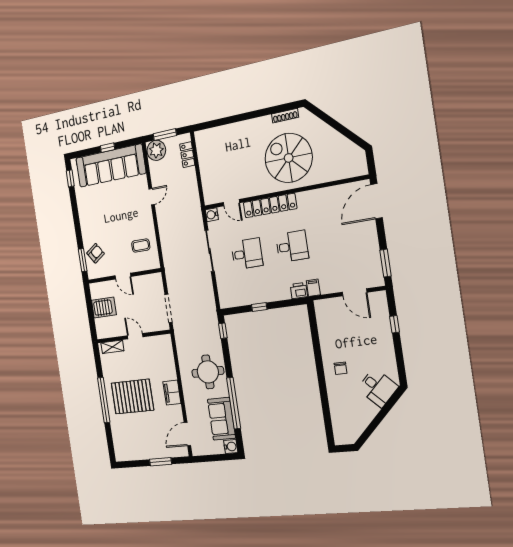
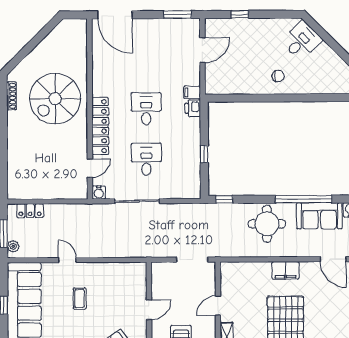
plant: (156, 150) -> (13, 246), width x0.53, depth x0.53
coffee table: (141, 246) -> (79, 298), moved

